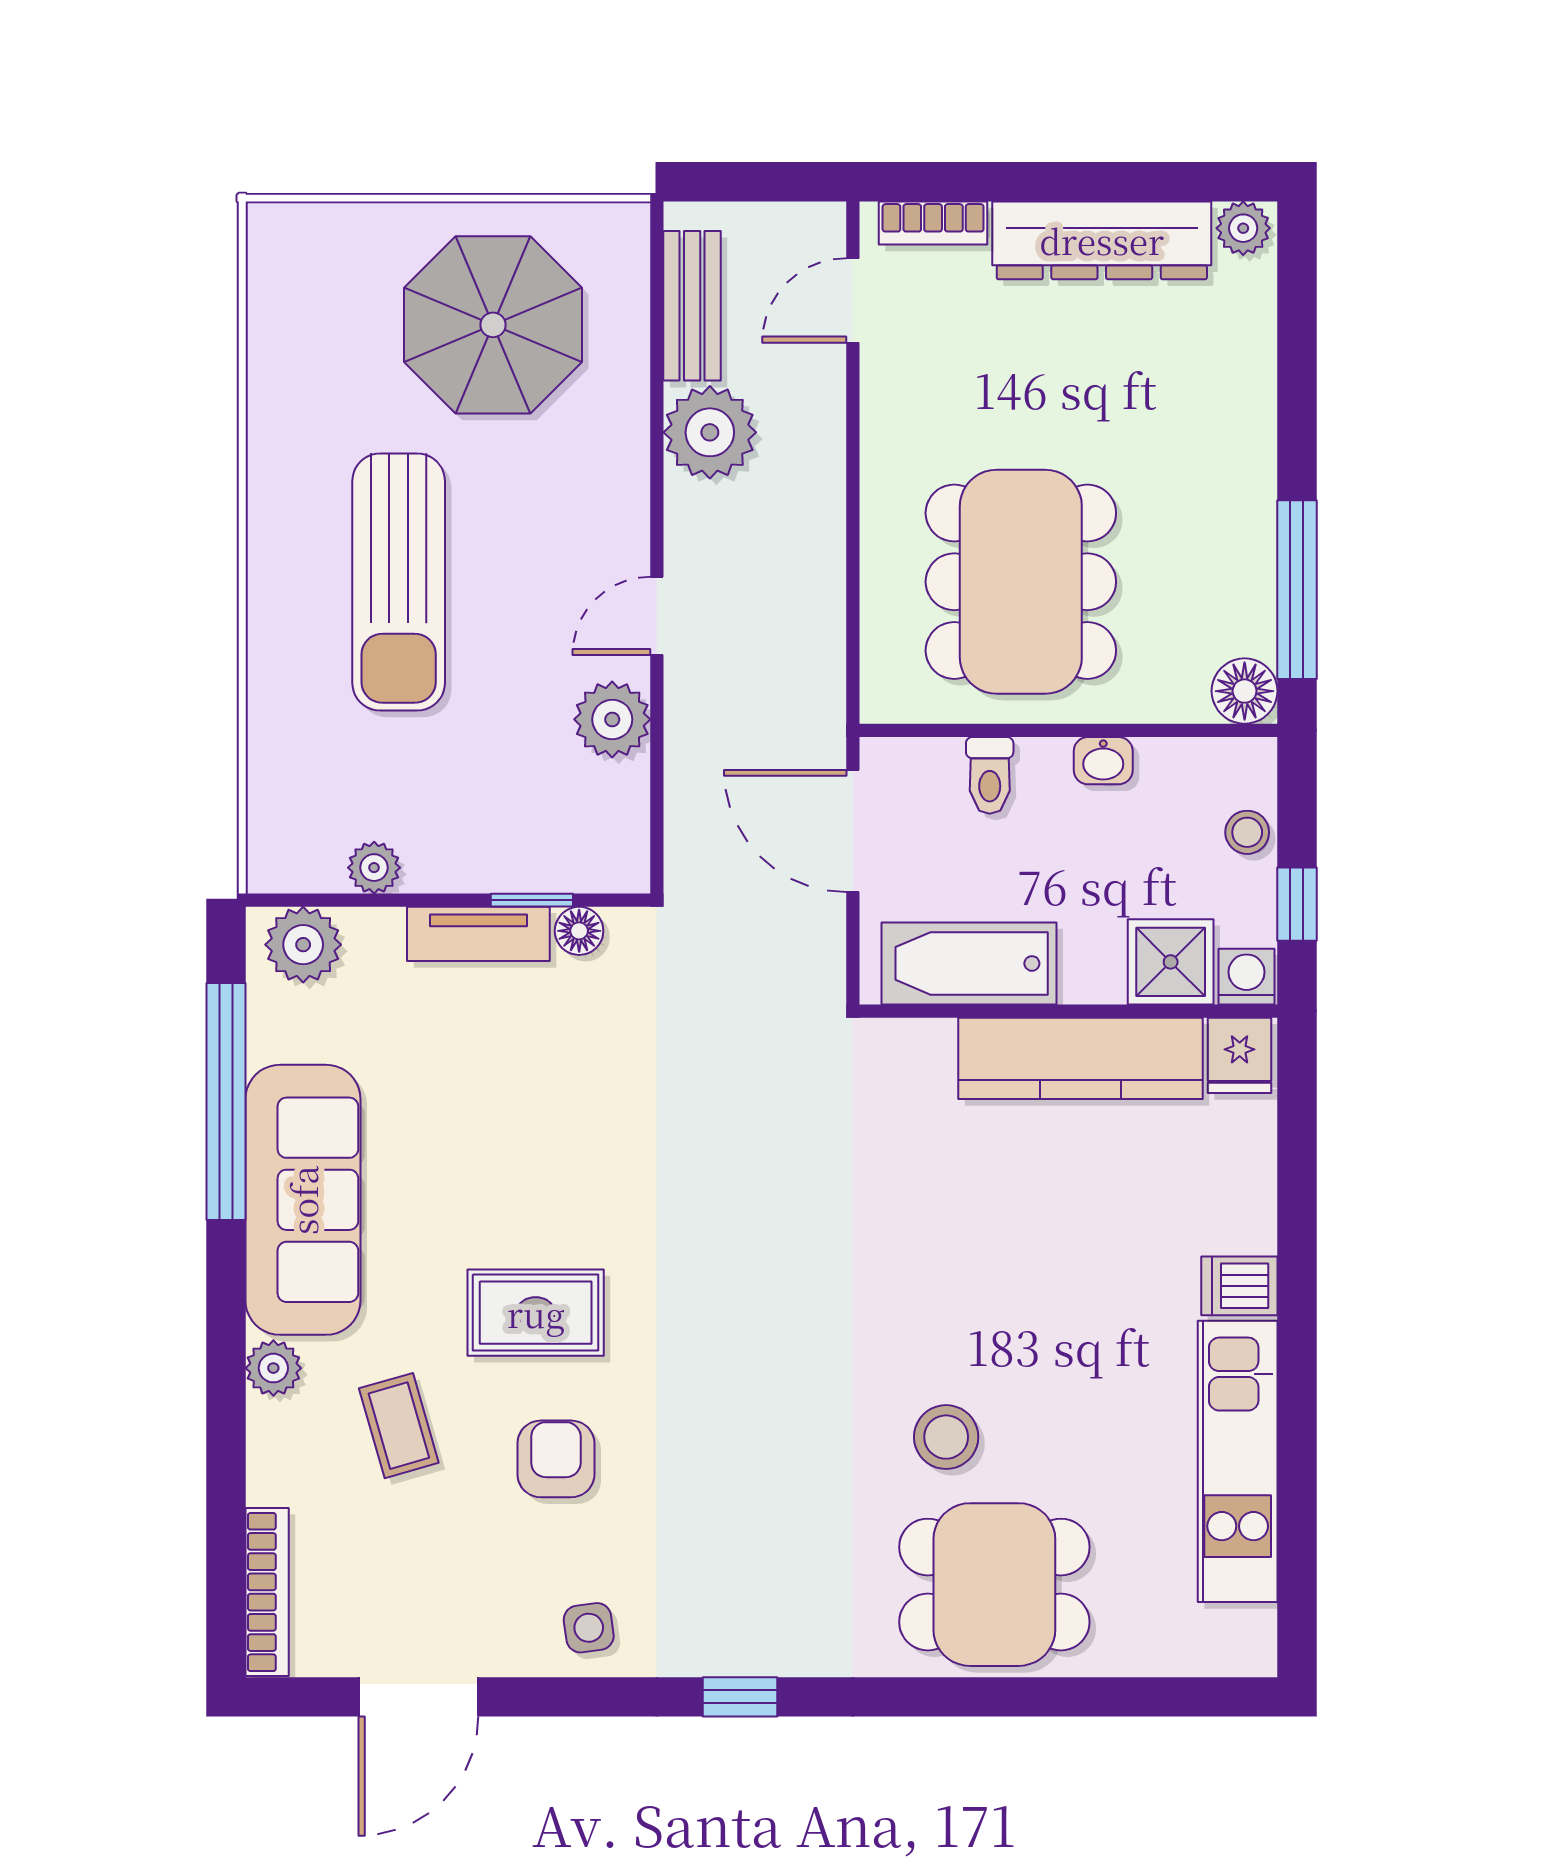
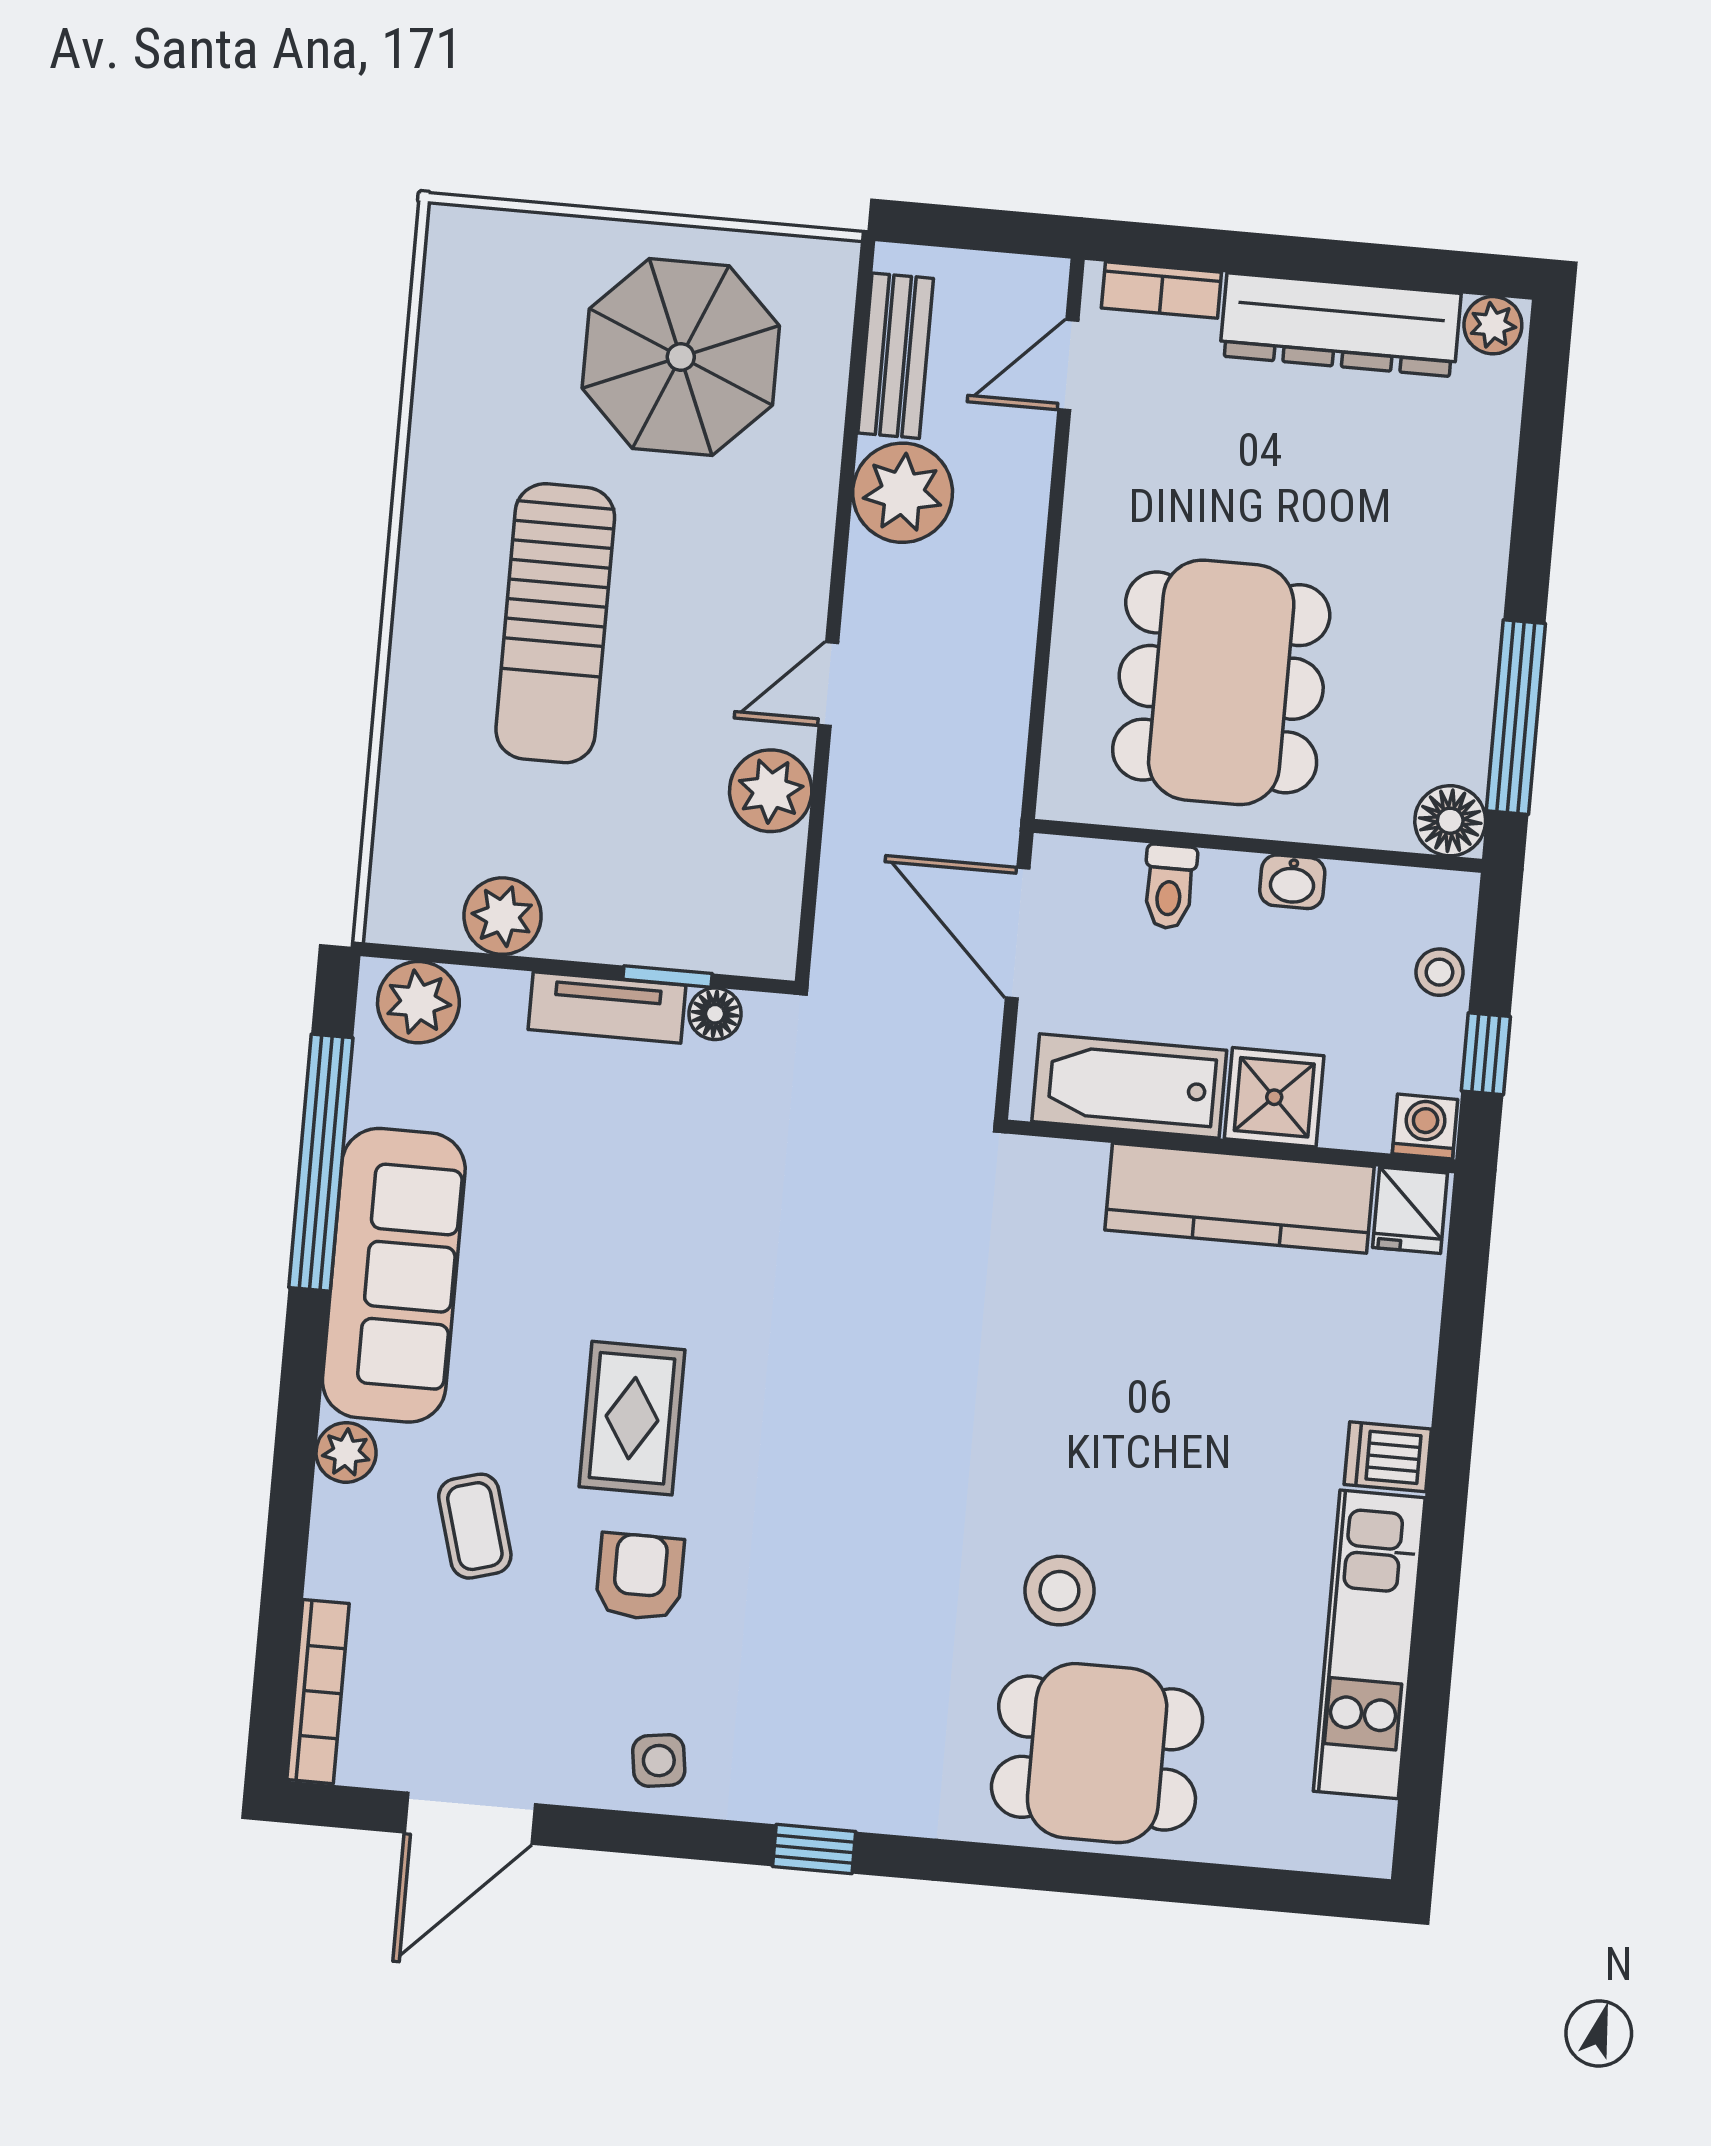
plant: (374, 868) -> (503, 916), width x1.38, depth x1.38
shower: (1171, 962) -> (1274, 1097), moved
rug: (536, 1313) -> (632, 1418), turned 90

